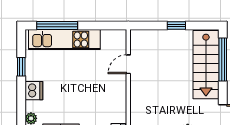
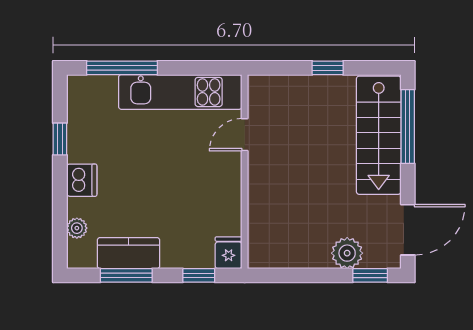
kitchen unit: (64, 40) -> (180, 92), moved

